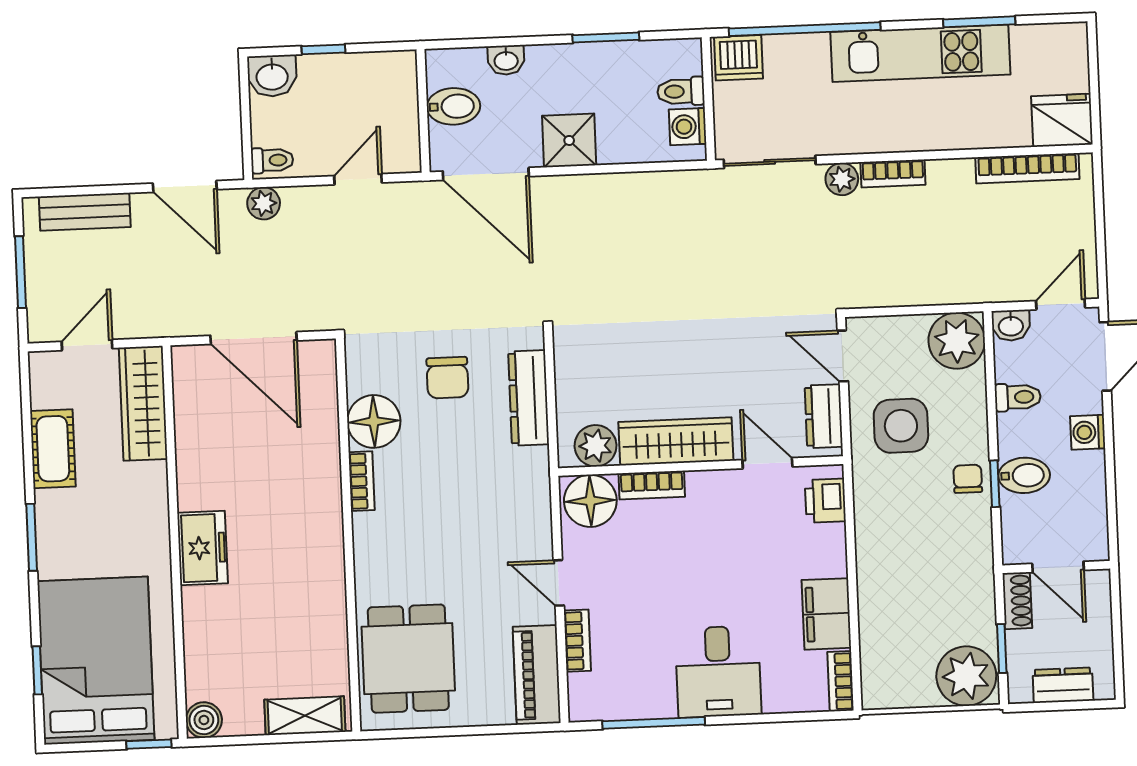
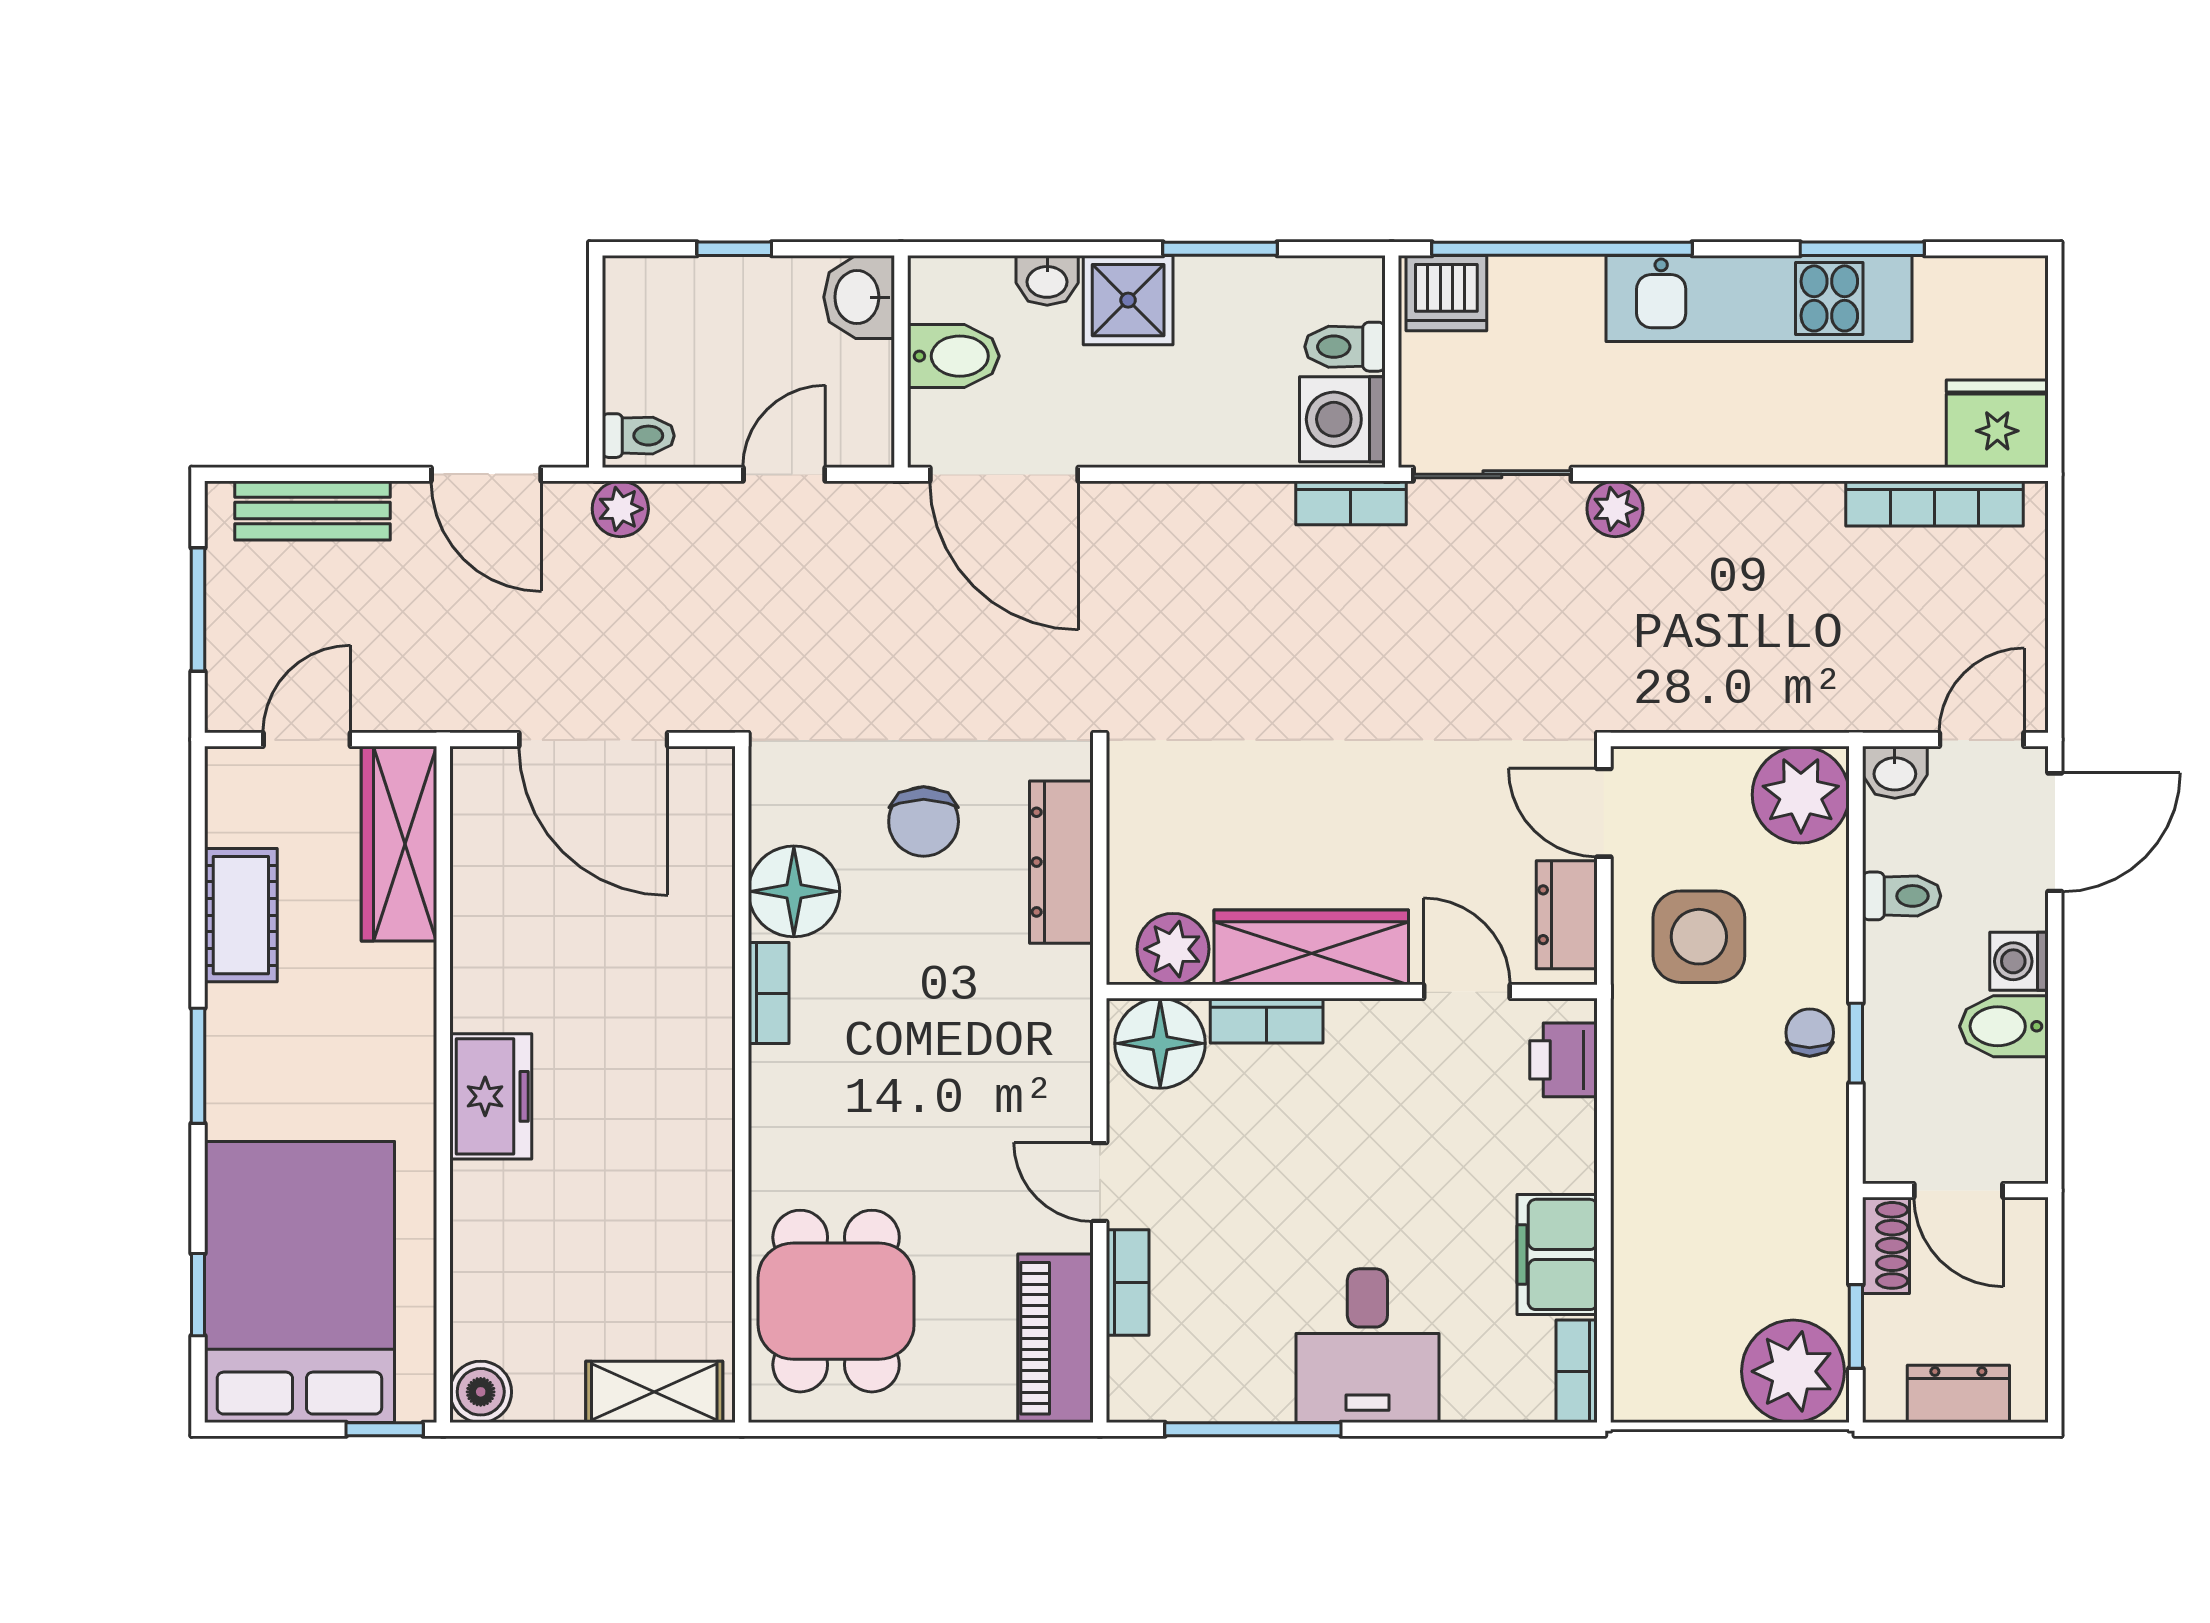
washbasin: (272, 76) -> (859, 297), moved, turned 90
washing machine: (688, 127) -> (1342, 419), width x1.38, depth x1.38
shower: (569, 140) -> (1128, 300), moved
bookcase: (893, 173) -> (1351, 503), moved
bidet: (1024, 475) -> (2004, 1026), moved, turned 180

